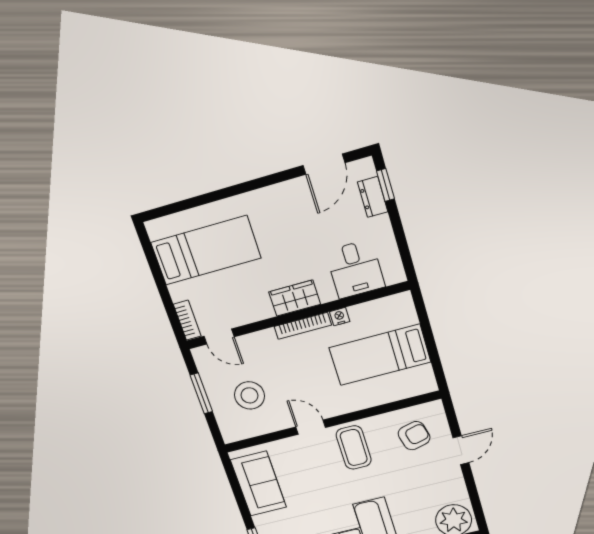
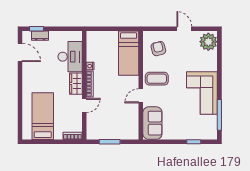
desk: (355, 269) -> (70, 57), width x1.37
door: (219, 336) -> (84, 105), moved
bed: (380, 355) -> (129, 53), moved
stool: (250, 395) -> (117, 119), removed
door: (461, 450) -> (184, 29), moved
sofa: (258, 484) -> (152, 123), moved, turned 90

